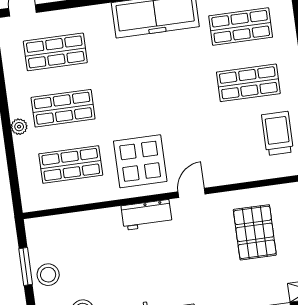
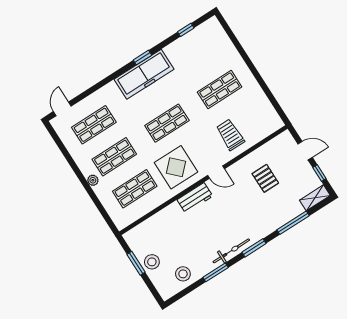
shop shelf: (241, 27) -> (167, 123), moved
trolley: (277, 133) -> (230, 135), moved
door: (192, 193) -> (216, 172), swing flipped
pallet: (255, 232) -> (265, 178), width x0.67, depth x0.71

